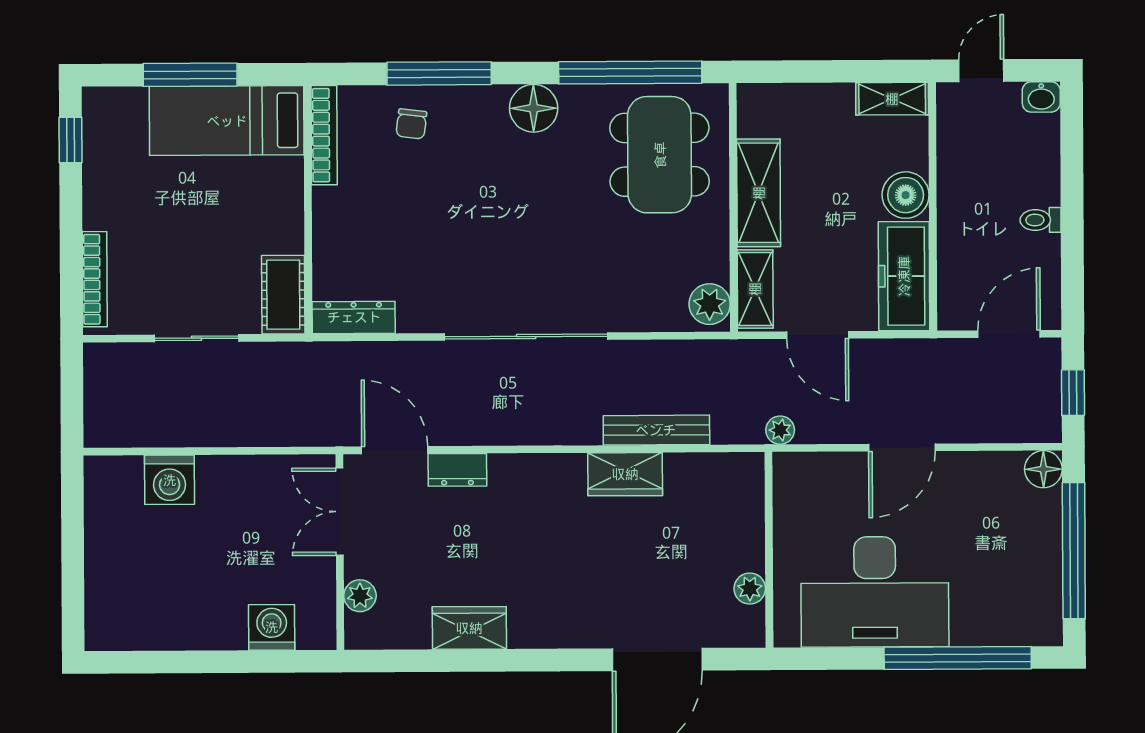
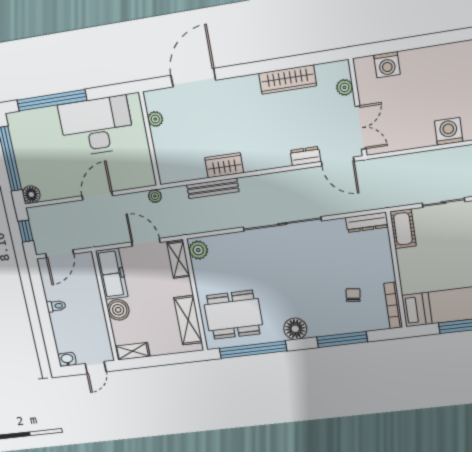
chair: (411, 124) -> (353, 295), moved
dining table: (660, 155) -> (233, 315), turned 90
shelving: (759, 193) -> (188, 320), moved
wardrobe: (469, 628) -> (288, 79), width x1.50

